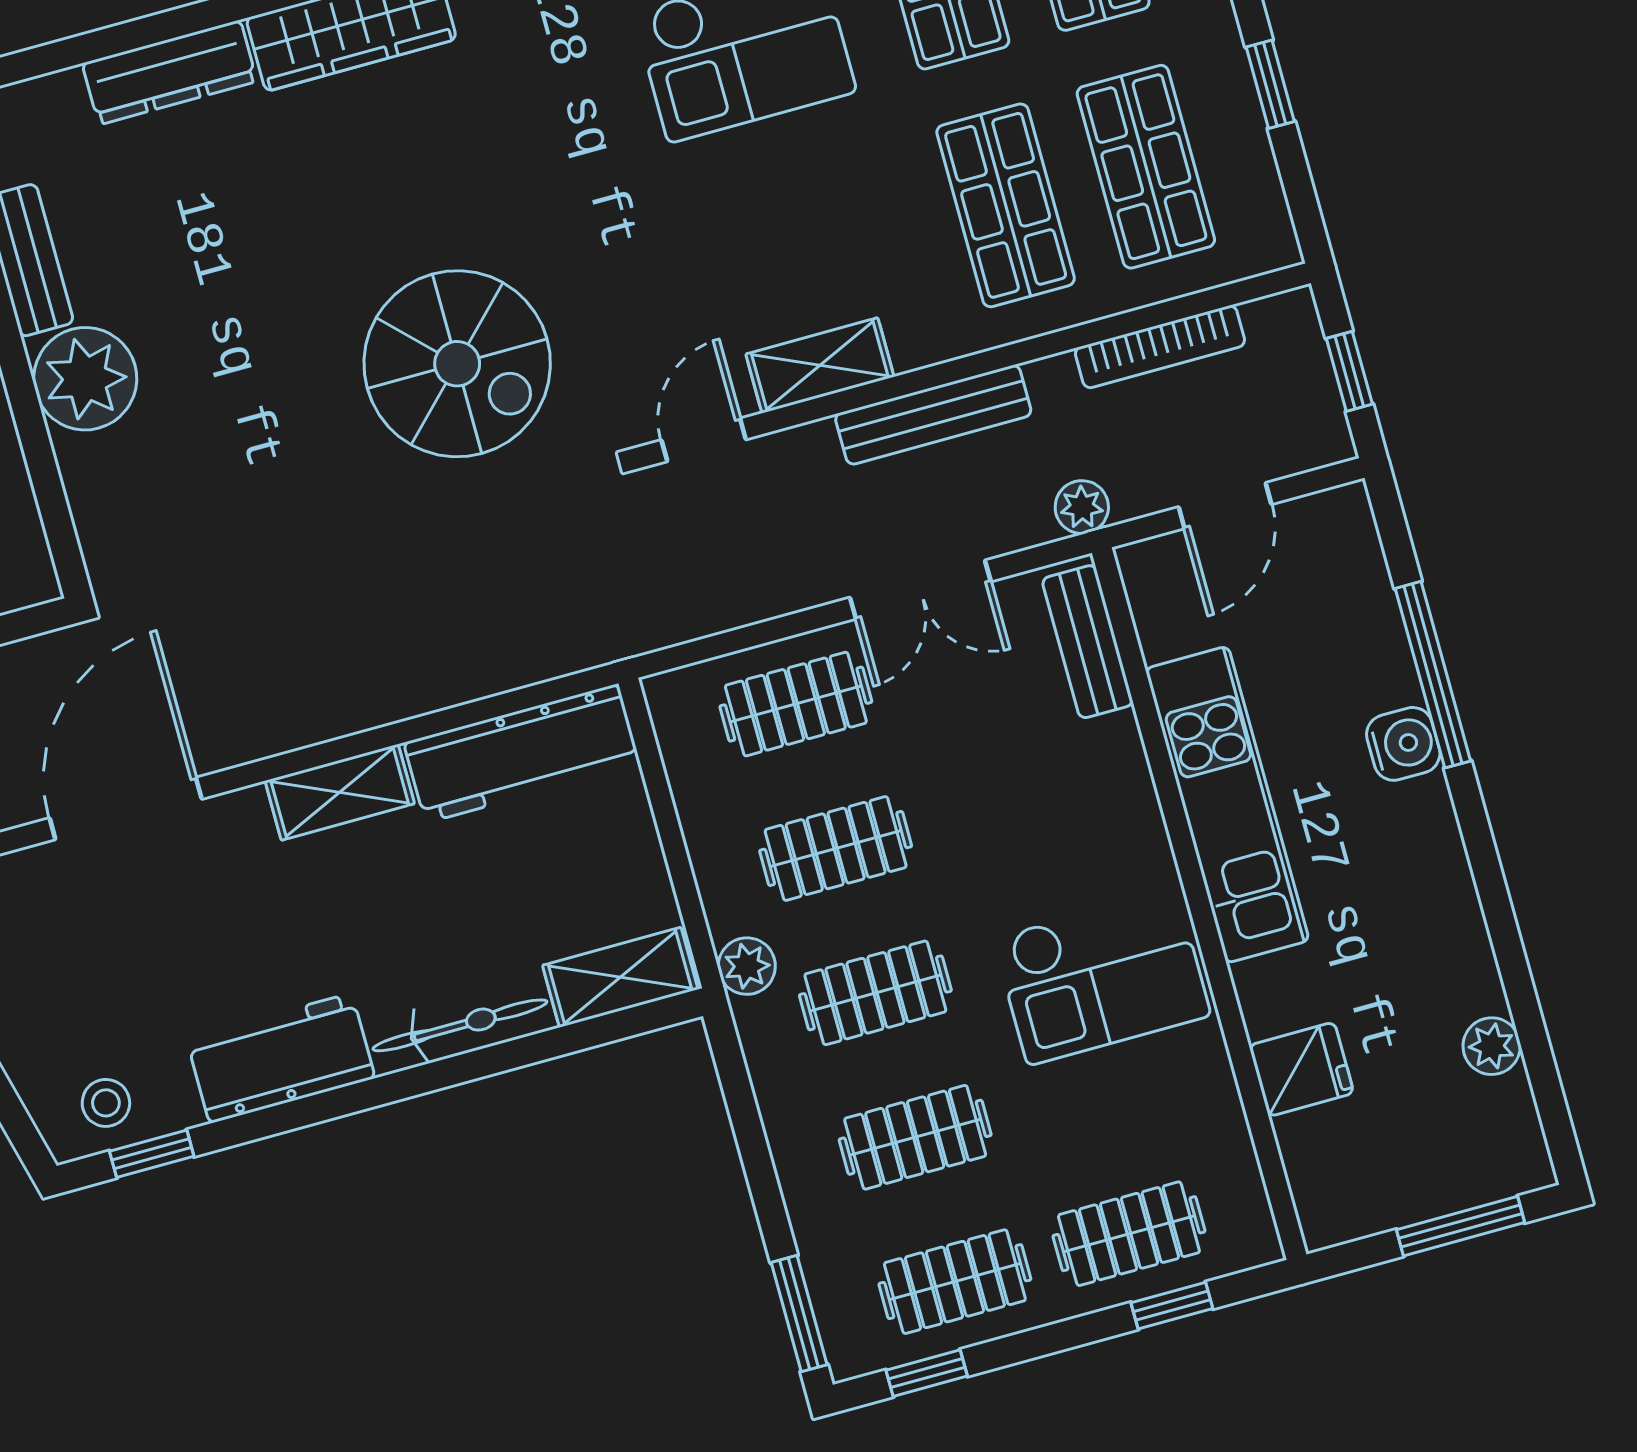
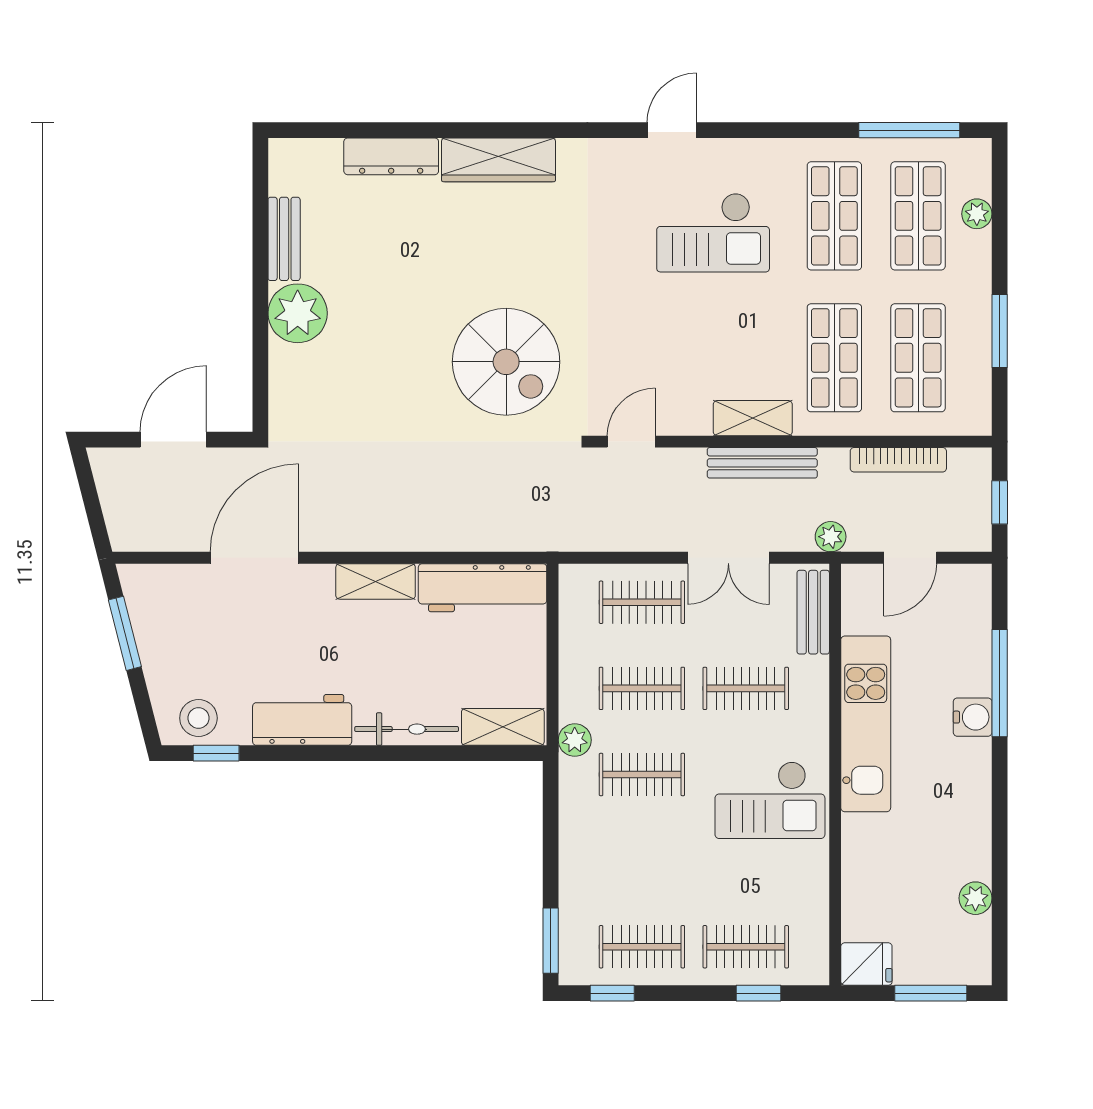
window: (1270, 84) -> (1000, 331), width x1.50
shelving: (820, 365) -> (753, 418), moved
fridge: (1301, 1069) -> (866, 964), moved
stool: (106, 1103) -> (198, 718), width x1.37, depth x1.37
clothes rail: (915, 1137) -> (746, 688), moved

